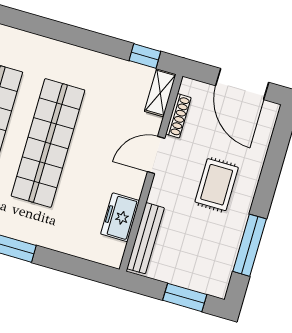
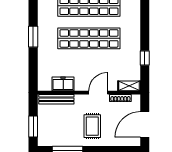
window: (145, 56) -> (145, 58), moved
door: (156, 155) -> (98, 93), hinge flipped
rug: (217, 185) -> (92, 126), turned 90

